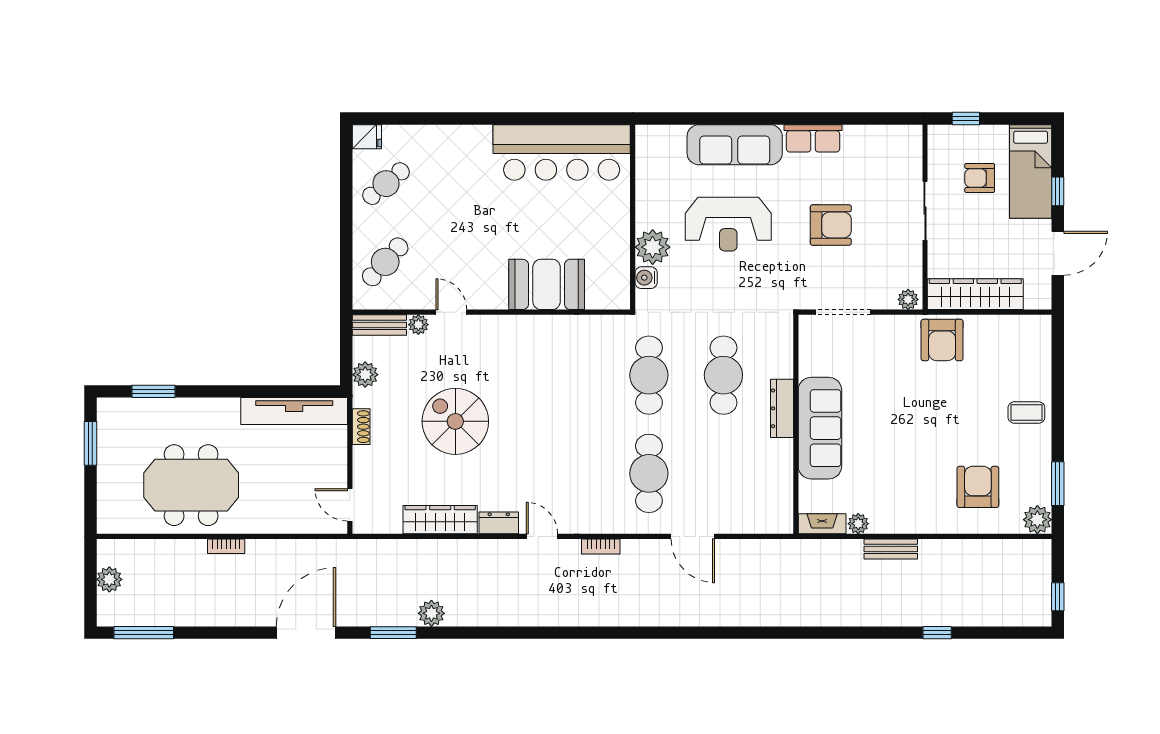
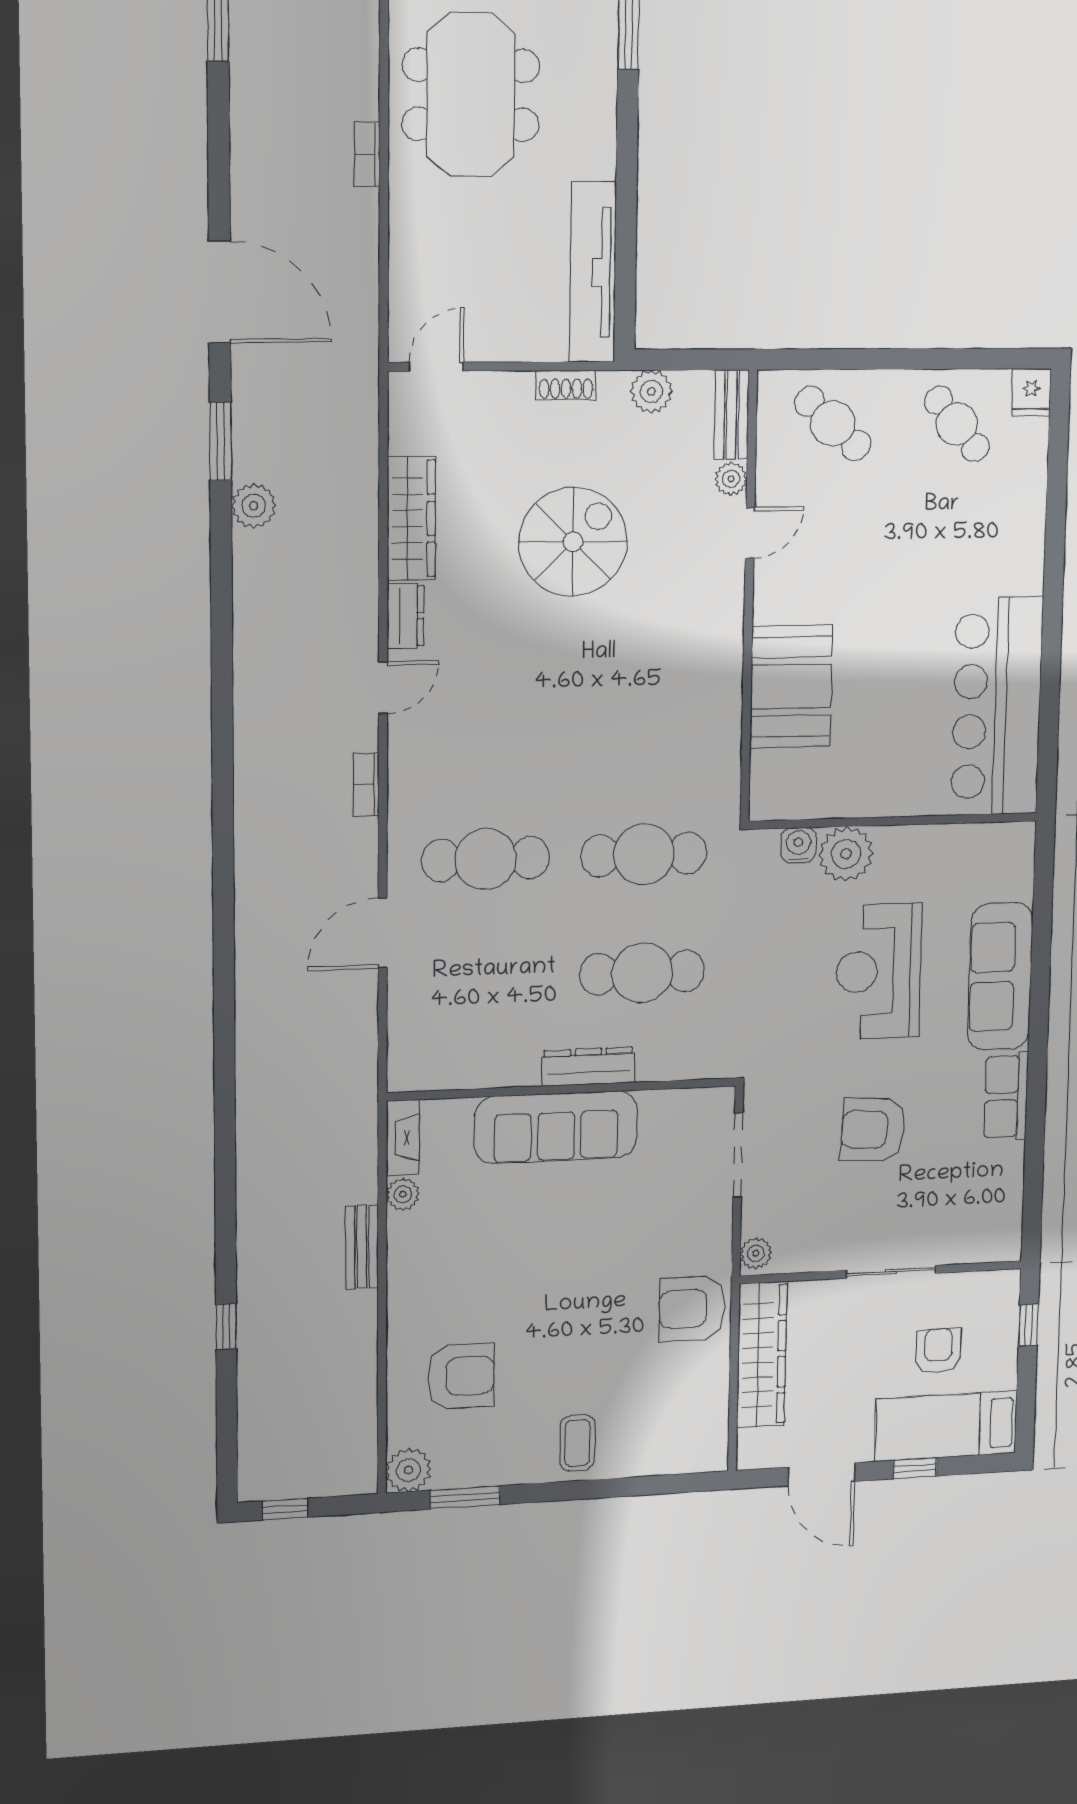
armchair: (831, 225) -> (873, 1130), turned 94

